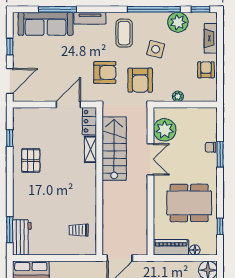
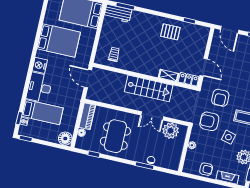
stairs: (114, 149) -> (149, 88), moved

